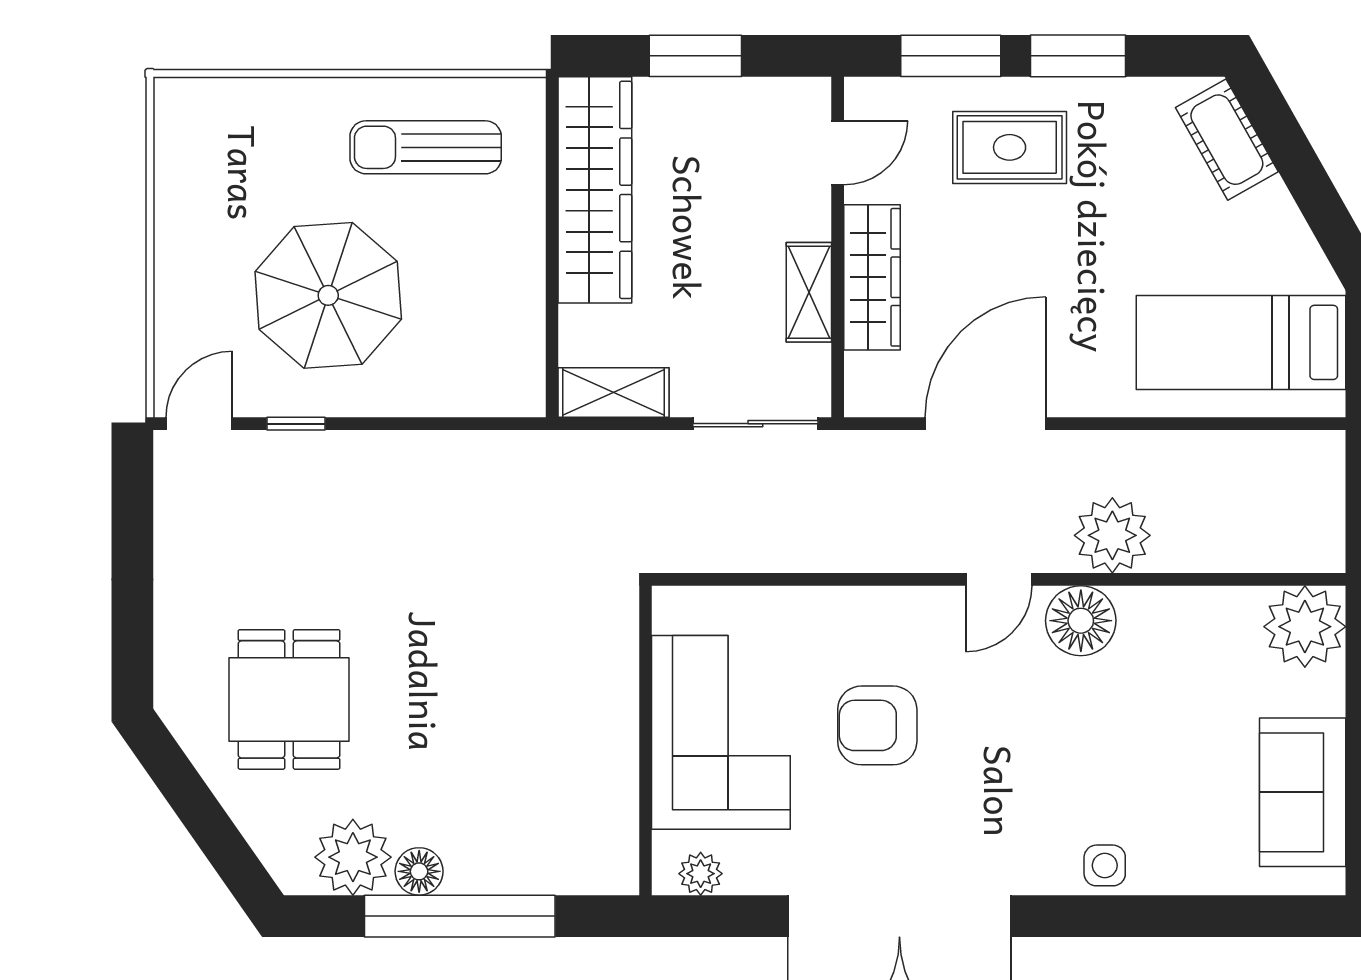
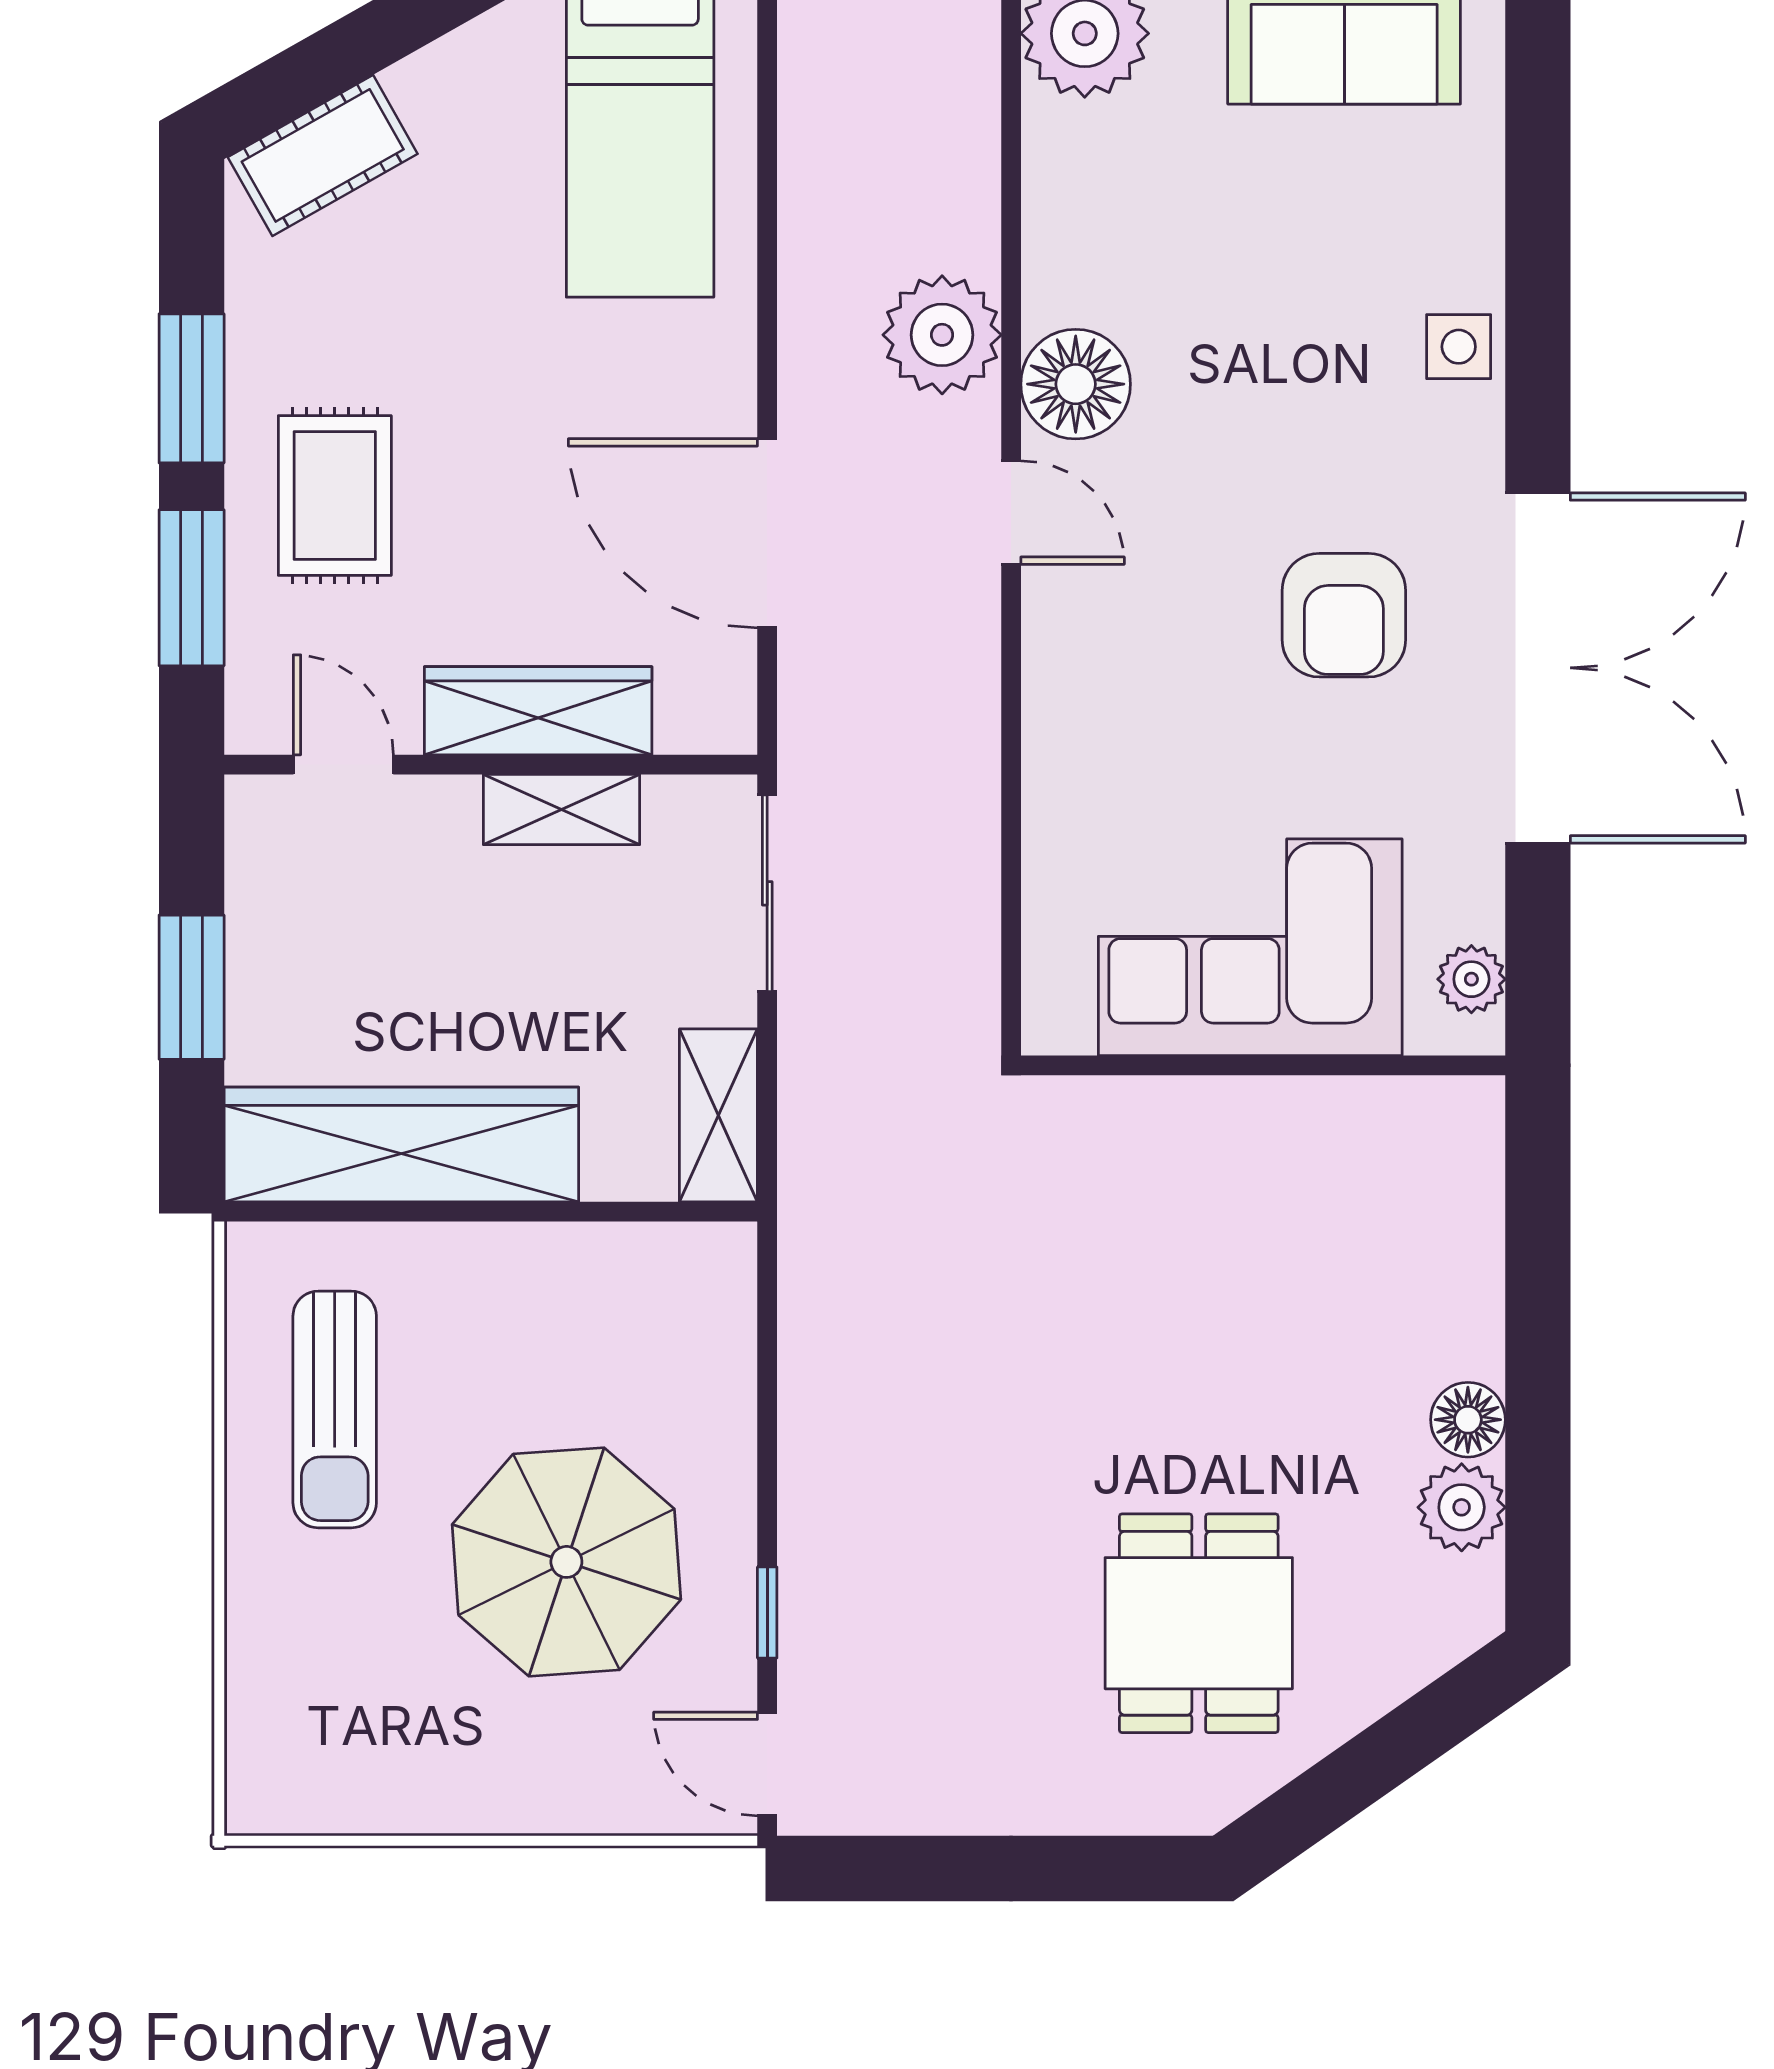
dining table: (289, 699) -> (1199, 1623), turned 90
armchair: (877, 725) -> (1344, 615), moved
plant: (353, 857) -> (1462, 1507), width x0.73, depth x0.73
window: (460, 916) -> (1538, 1356), removed

